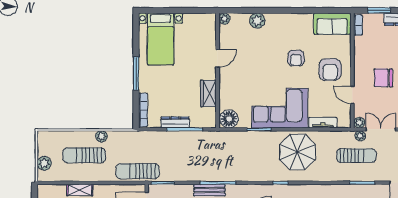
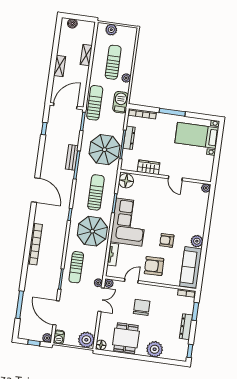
plant: (257, 21) -> (197, 241), moved
sofa: (332, 24) -> (191, 267), width x1.36
barbecue: (132, 139) -> (121, 102), added
parasol: (194, 151) -> (105, 150), added
sun lounger: (249, 154) -> (96, 192), added
sun lounger: (356, 156) -> (76, 267), moved

